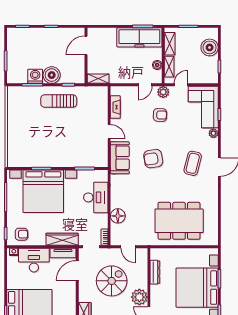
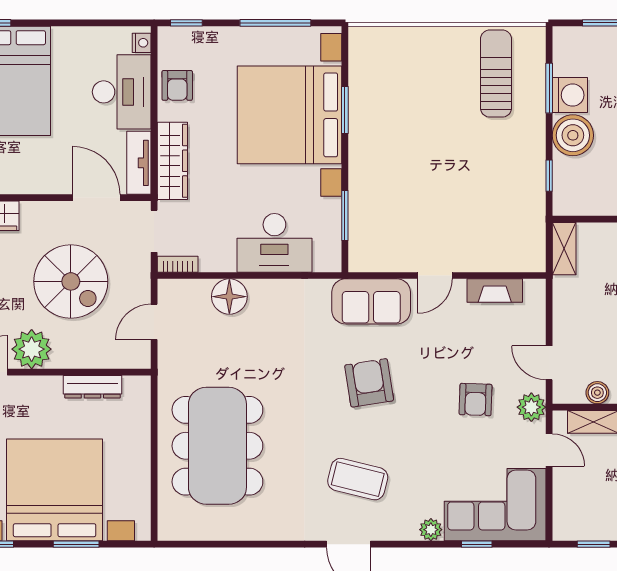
sun lounger: (59, 101) -> (496, 74), moved
armchair: (22, 234) -> (177, 85), moved

